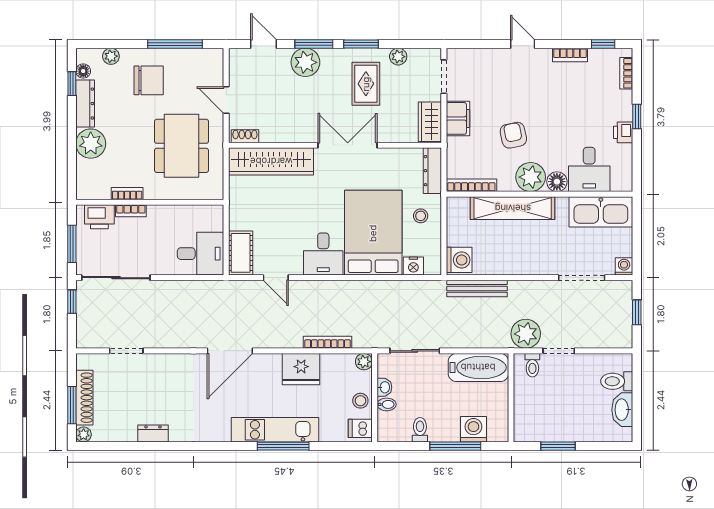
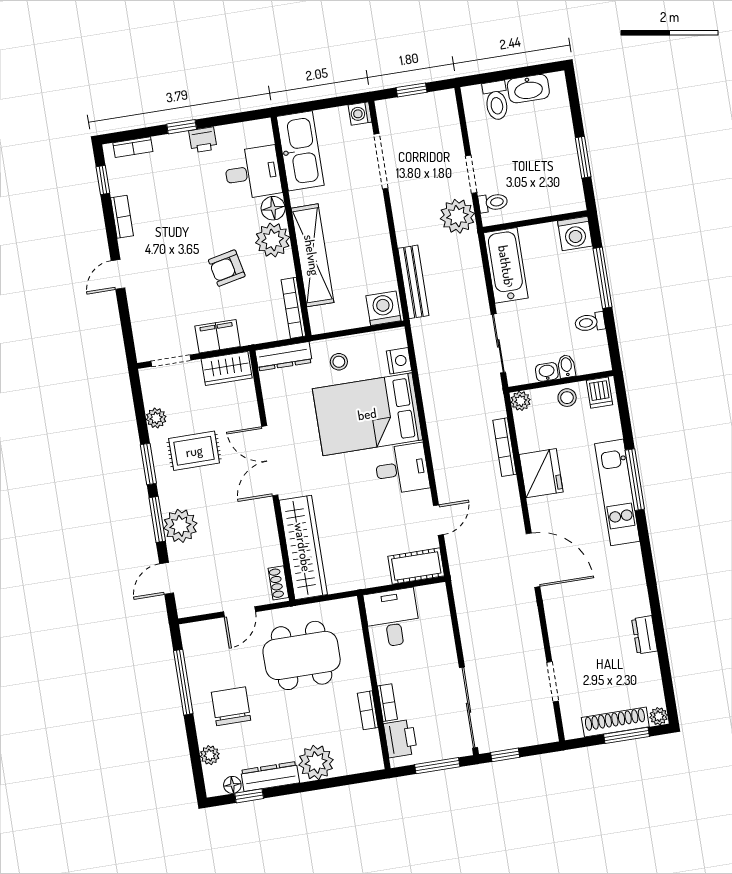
desk: (201, 254) -> (392, 618), moved
washing machine: (473, 429) -> (575, 233), moved, turned -90

